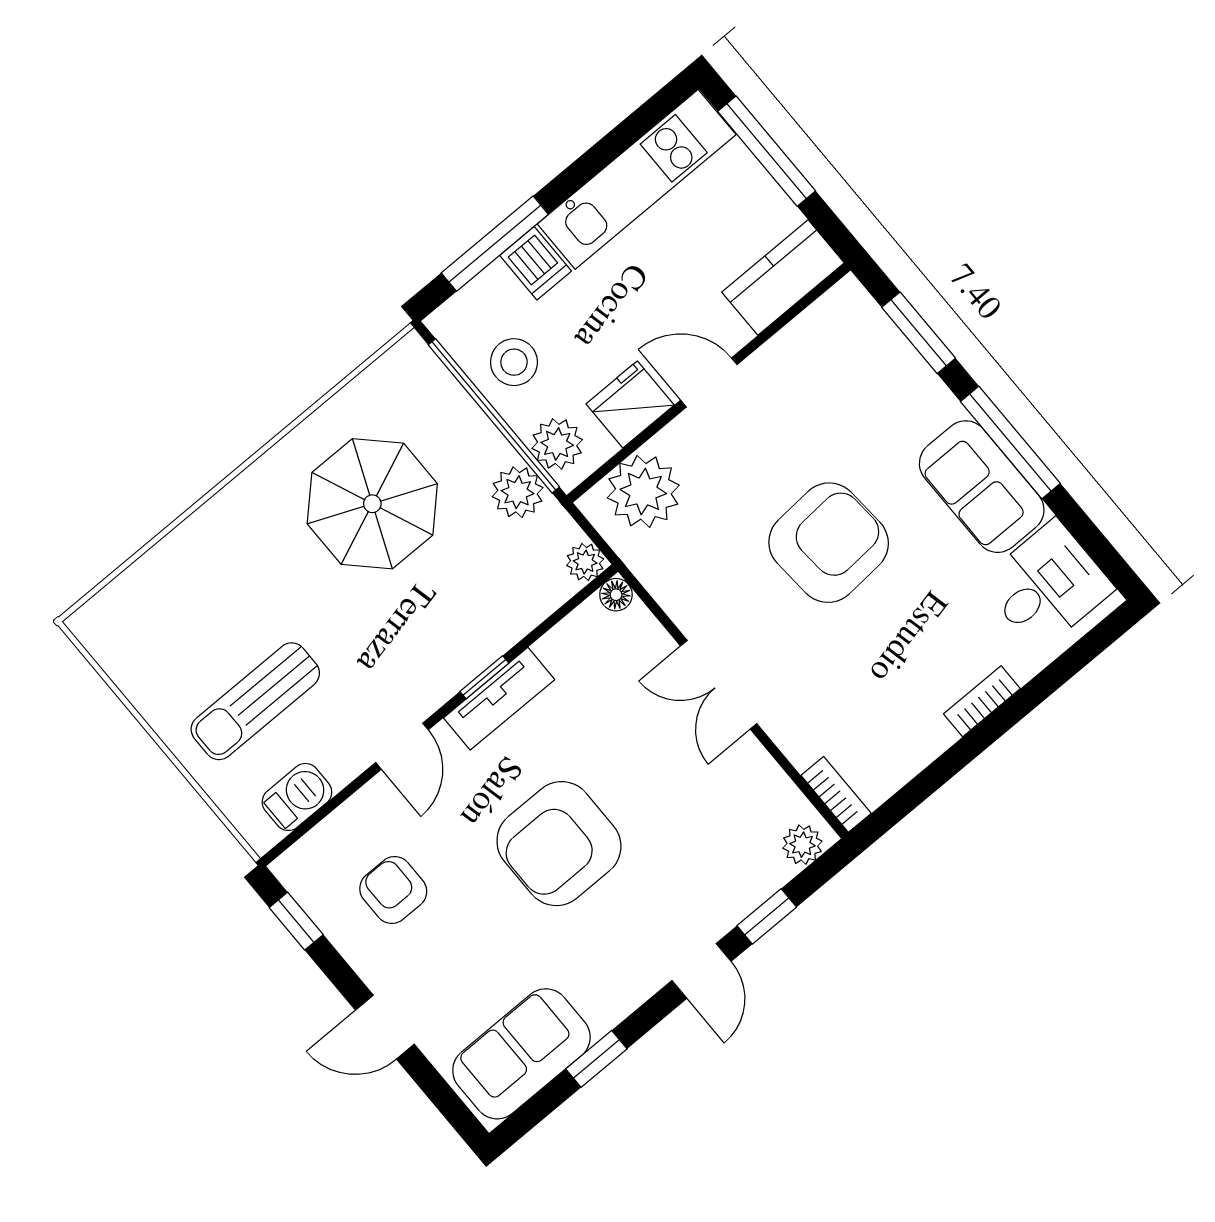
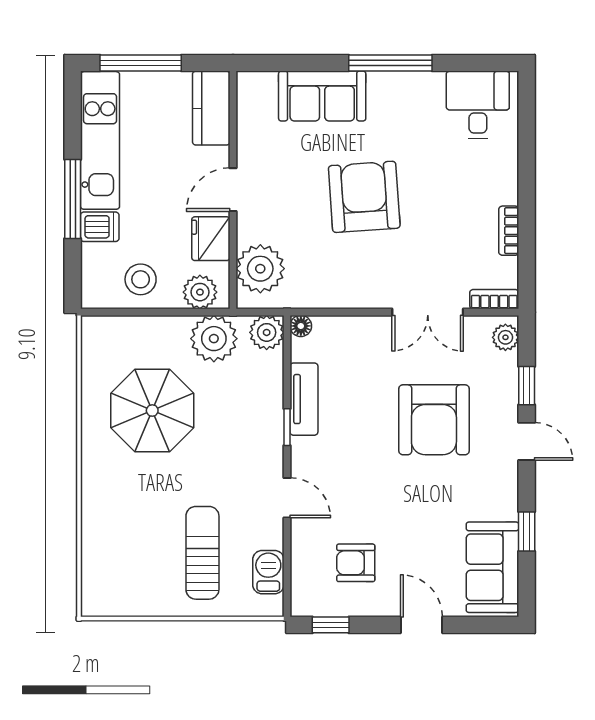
window: (495, 244) -> (73, 199), moved
window: (919, 333) -> (296, 63), removed
window: (494, 416) -> (159, 312), removed
sofa: (982, 487) -> (322, 96), moved
plant: (518, 492) -> (214, 339), width x1.36, depth x1.36
plant: (585, 562) -> (267, 332), width x1.38, depth x1.38
double door: (719, 685) -> (428, 312), moved
tv unit: (499, 699) -> (304, 399), moved
sun lounger: (255, 701) -> (202, 553), turned 180
bookcase: (982, 701) -> (509, 231), moved
armchair: (559, 844) -> (434, 420), moved
door: (385, 1027) -> (421, 625), swing flipped

